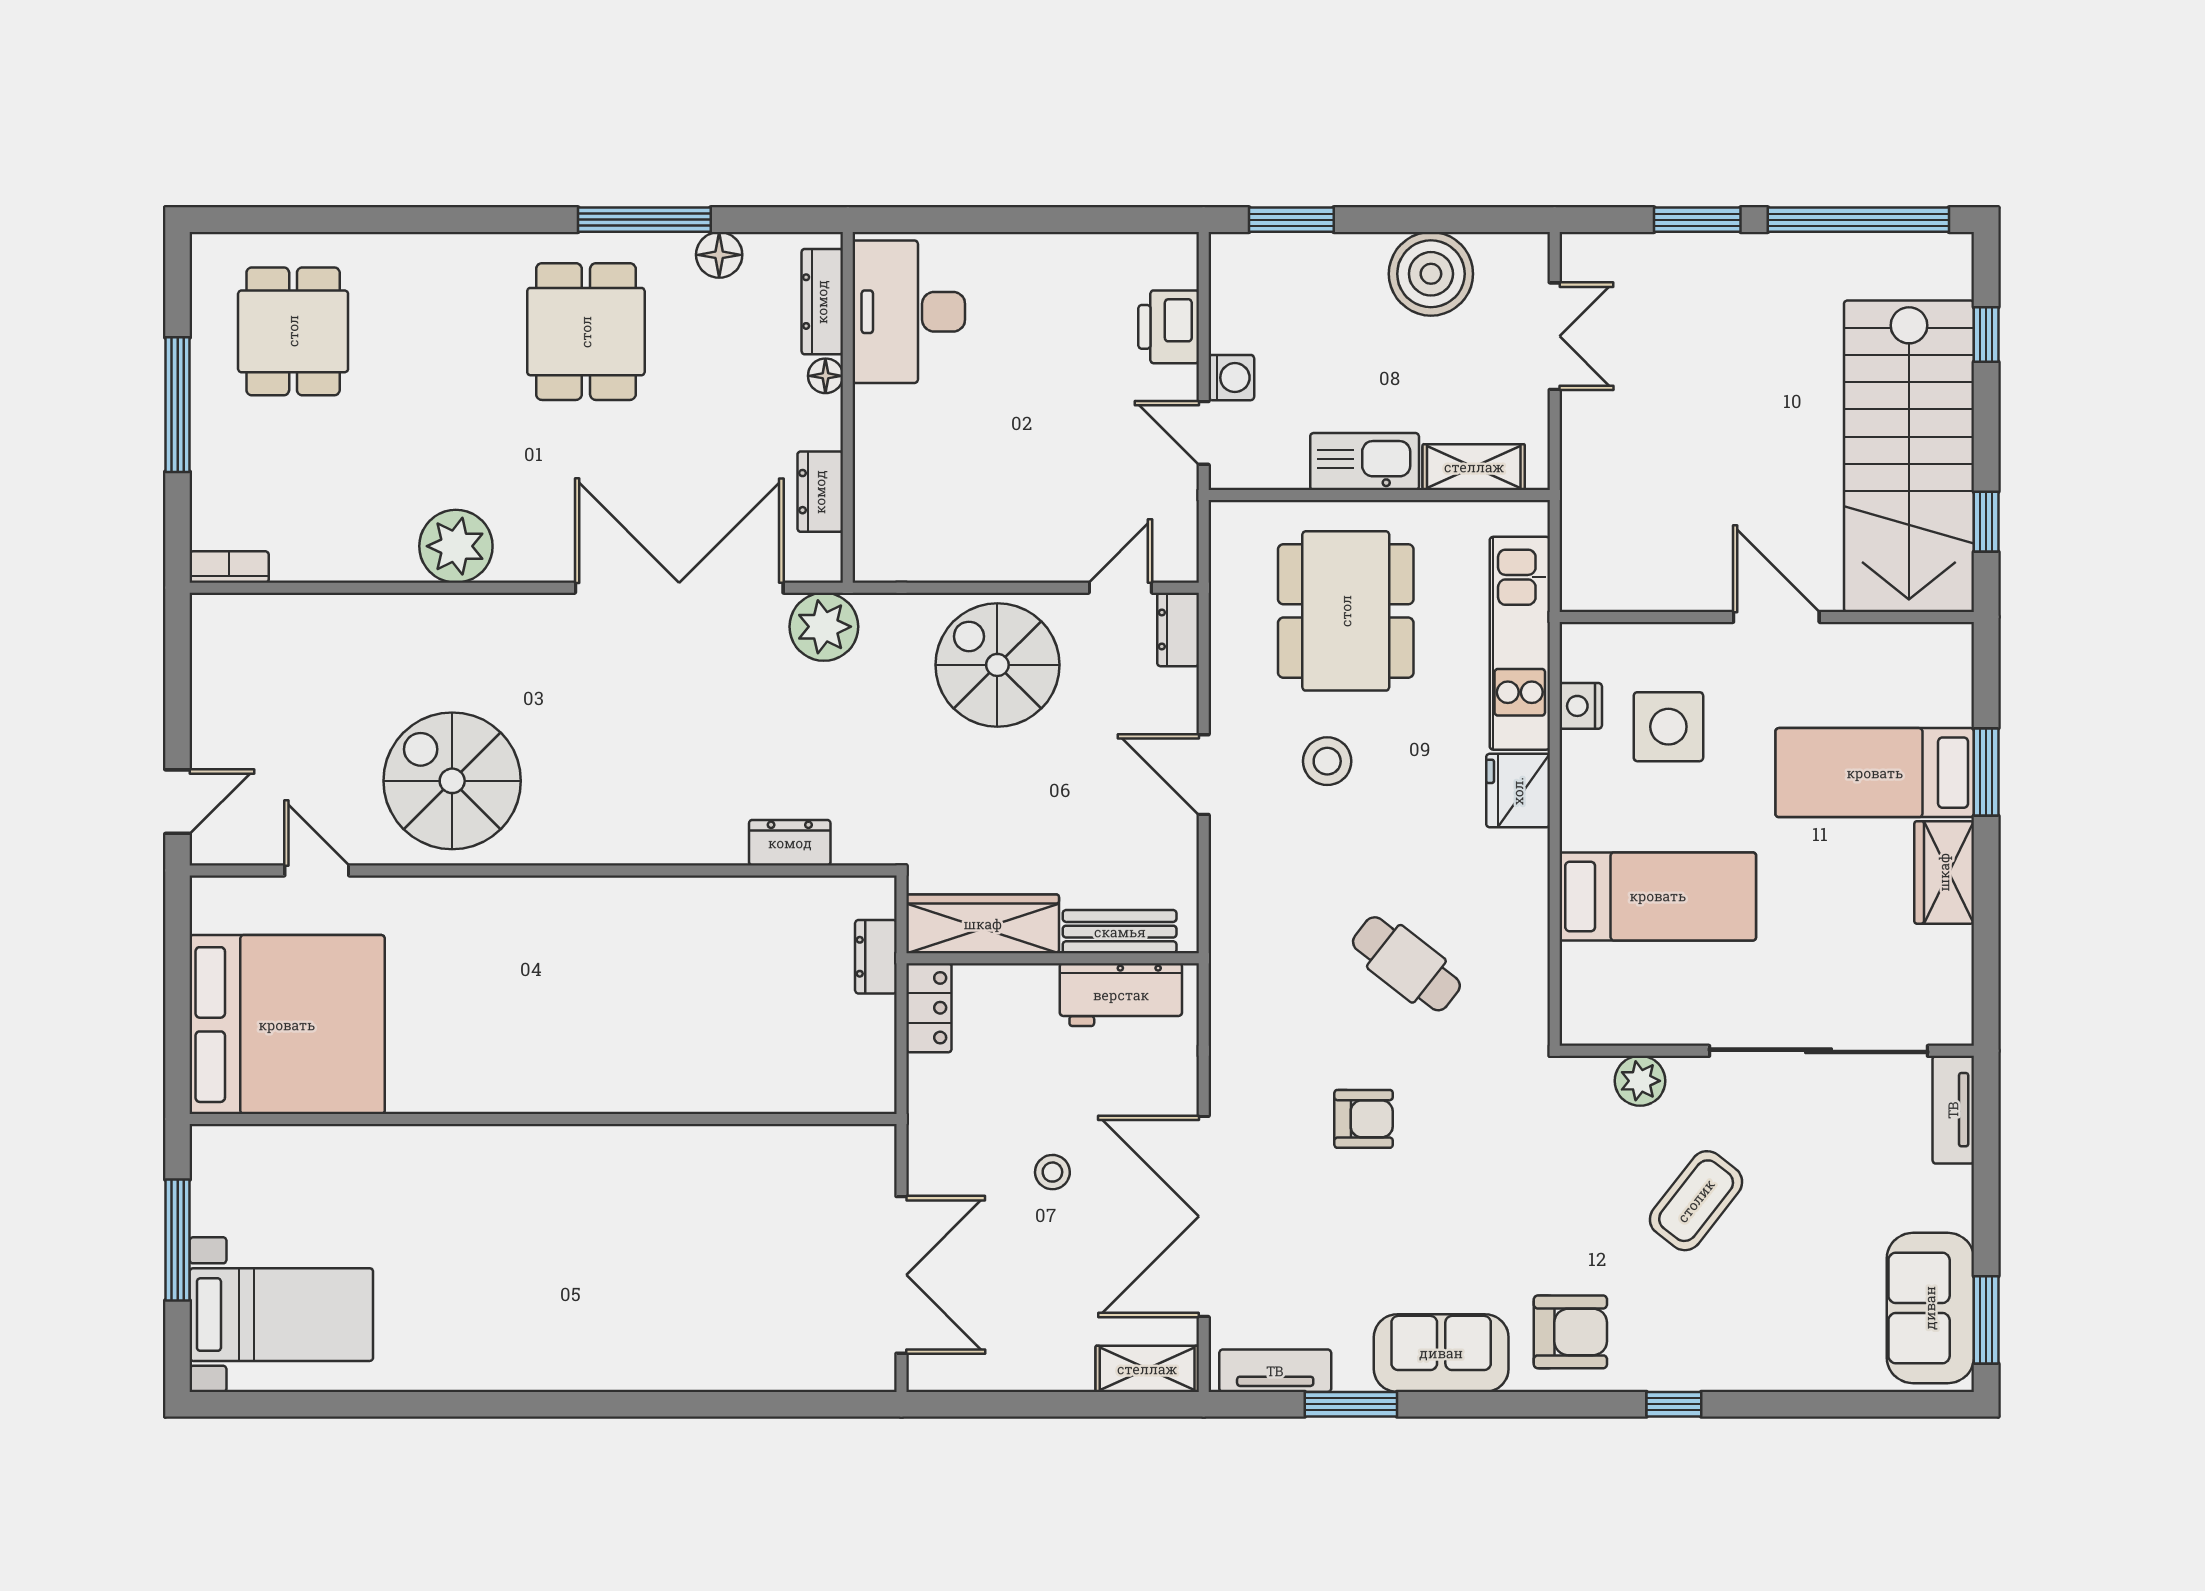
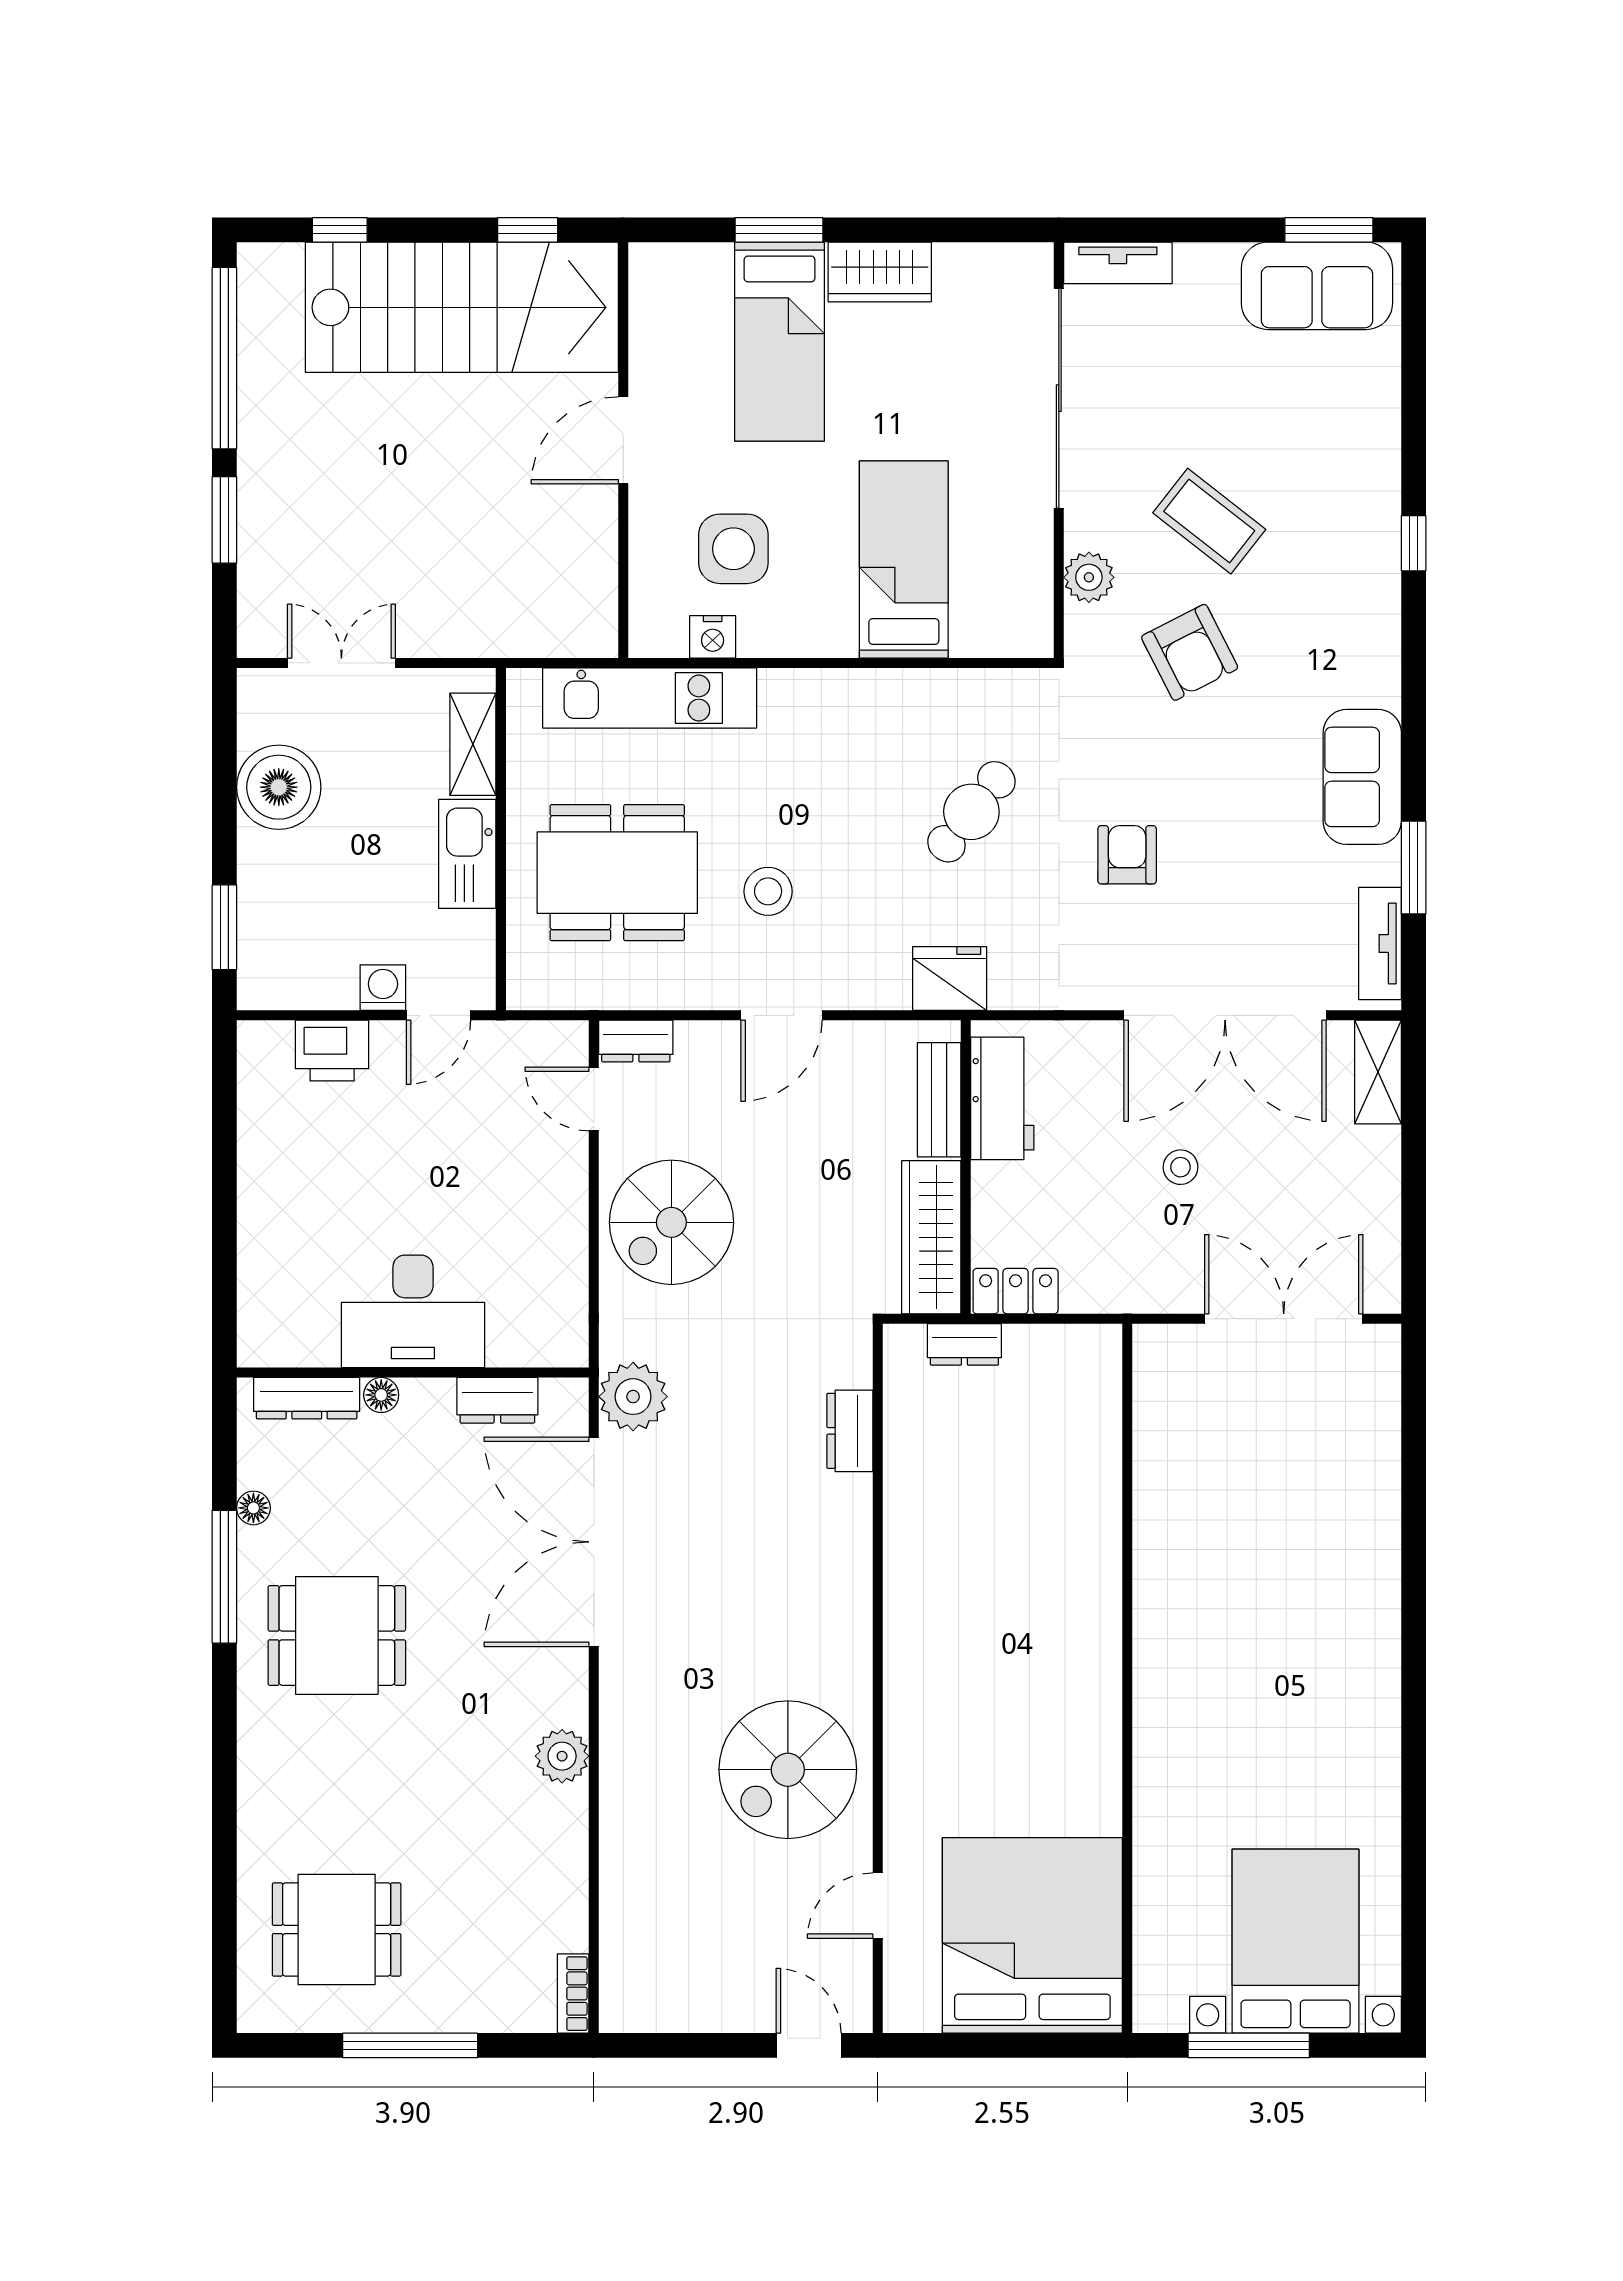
floor lamp: (719, 255) -> (253, 1508), width x0.73, depth x0.73
desk: (909, 312) -> (413, 1311), moved
plant: (456, 546) -> (562, 1756), width x0.73, depth x0.73
fridge: (1518, 791) -> (950, 979), moved, turned 180
bed with nightstands: (281, 1315) -> (1296, 1941), width x1.36
armchair: (1570, 1332) -> (1190, 652), moved, turned 153

